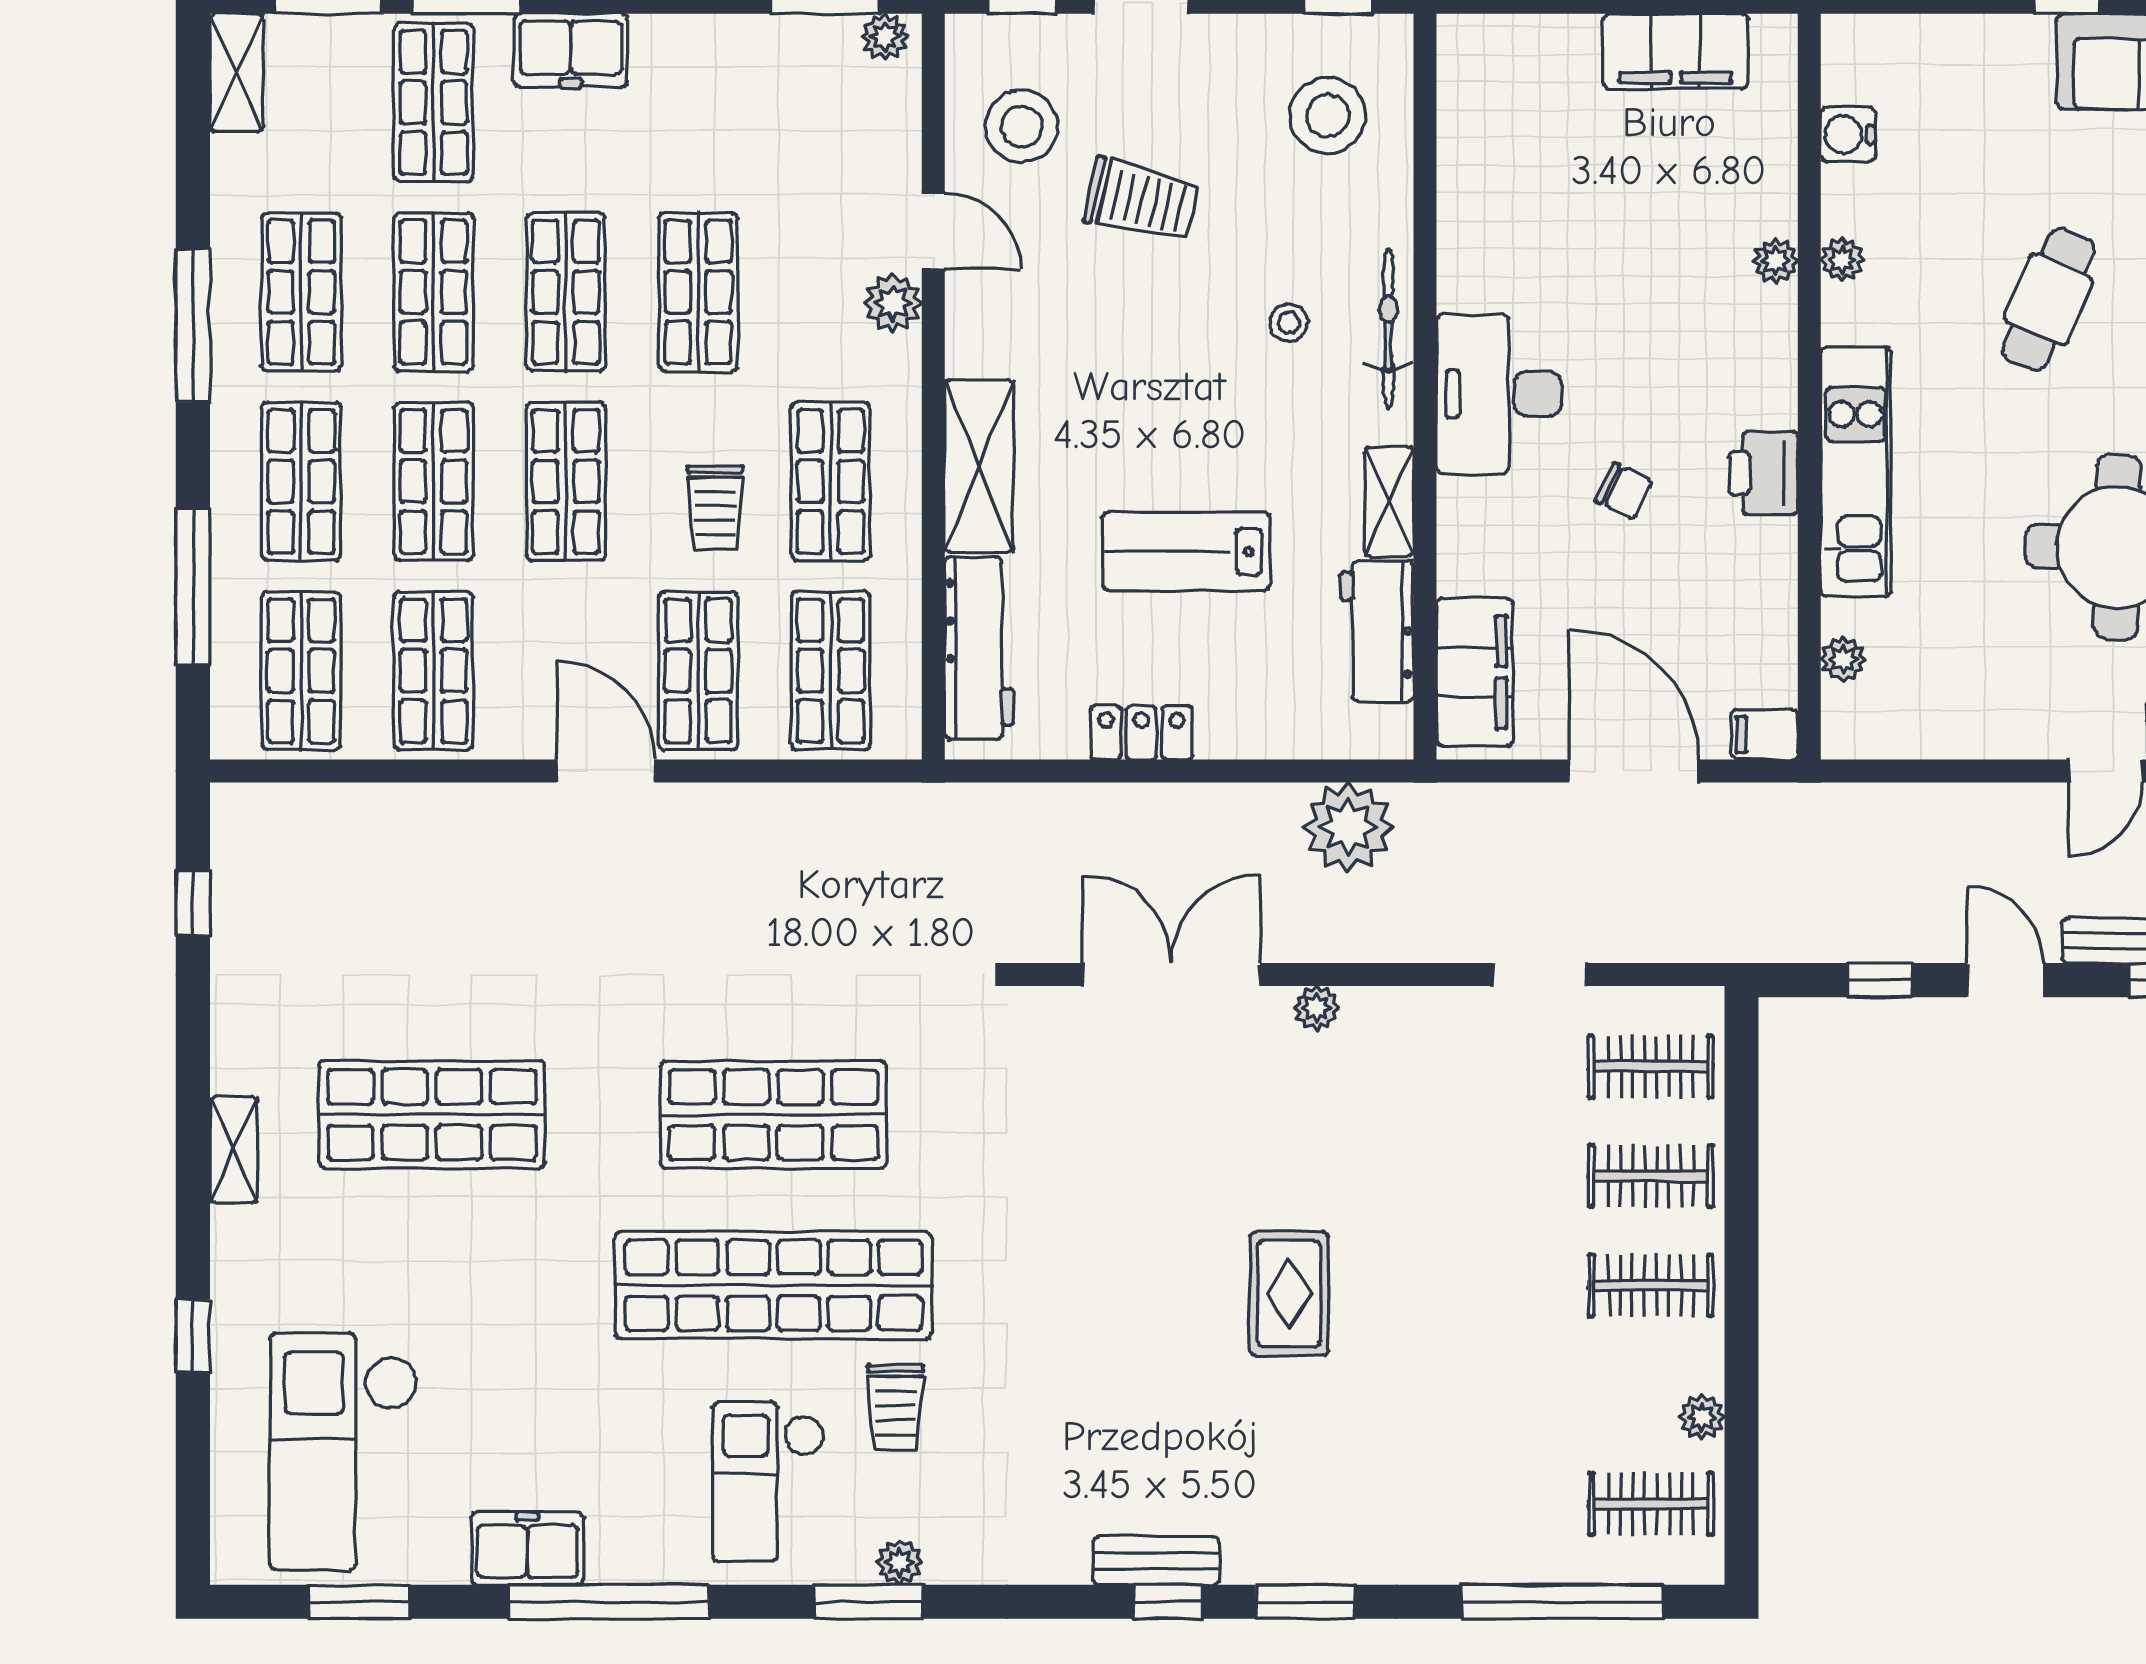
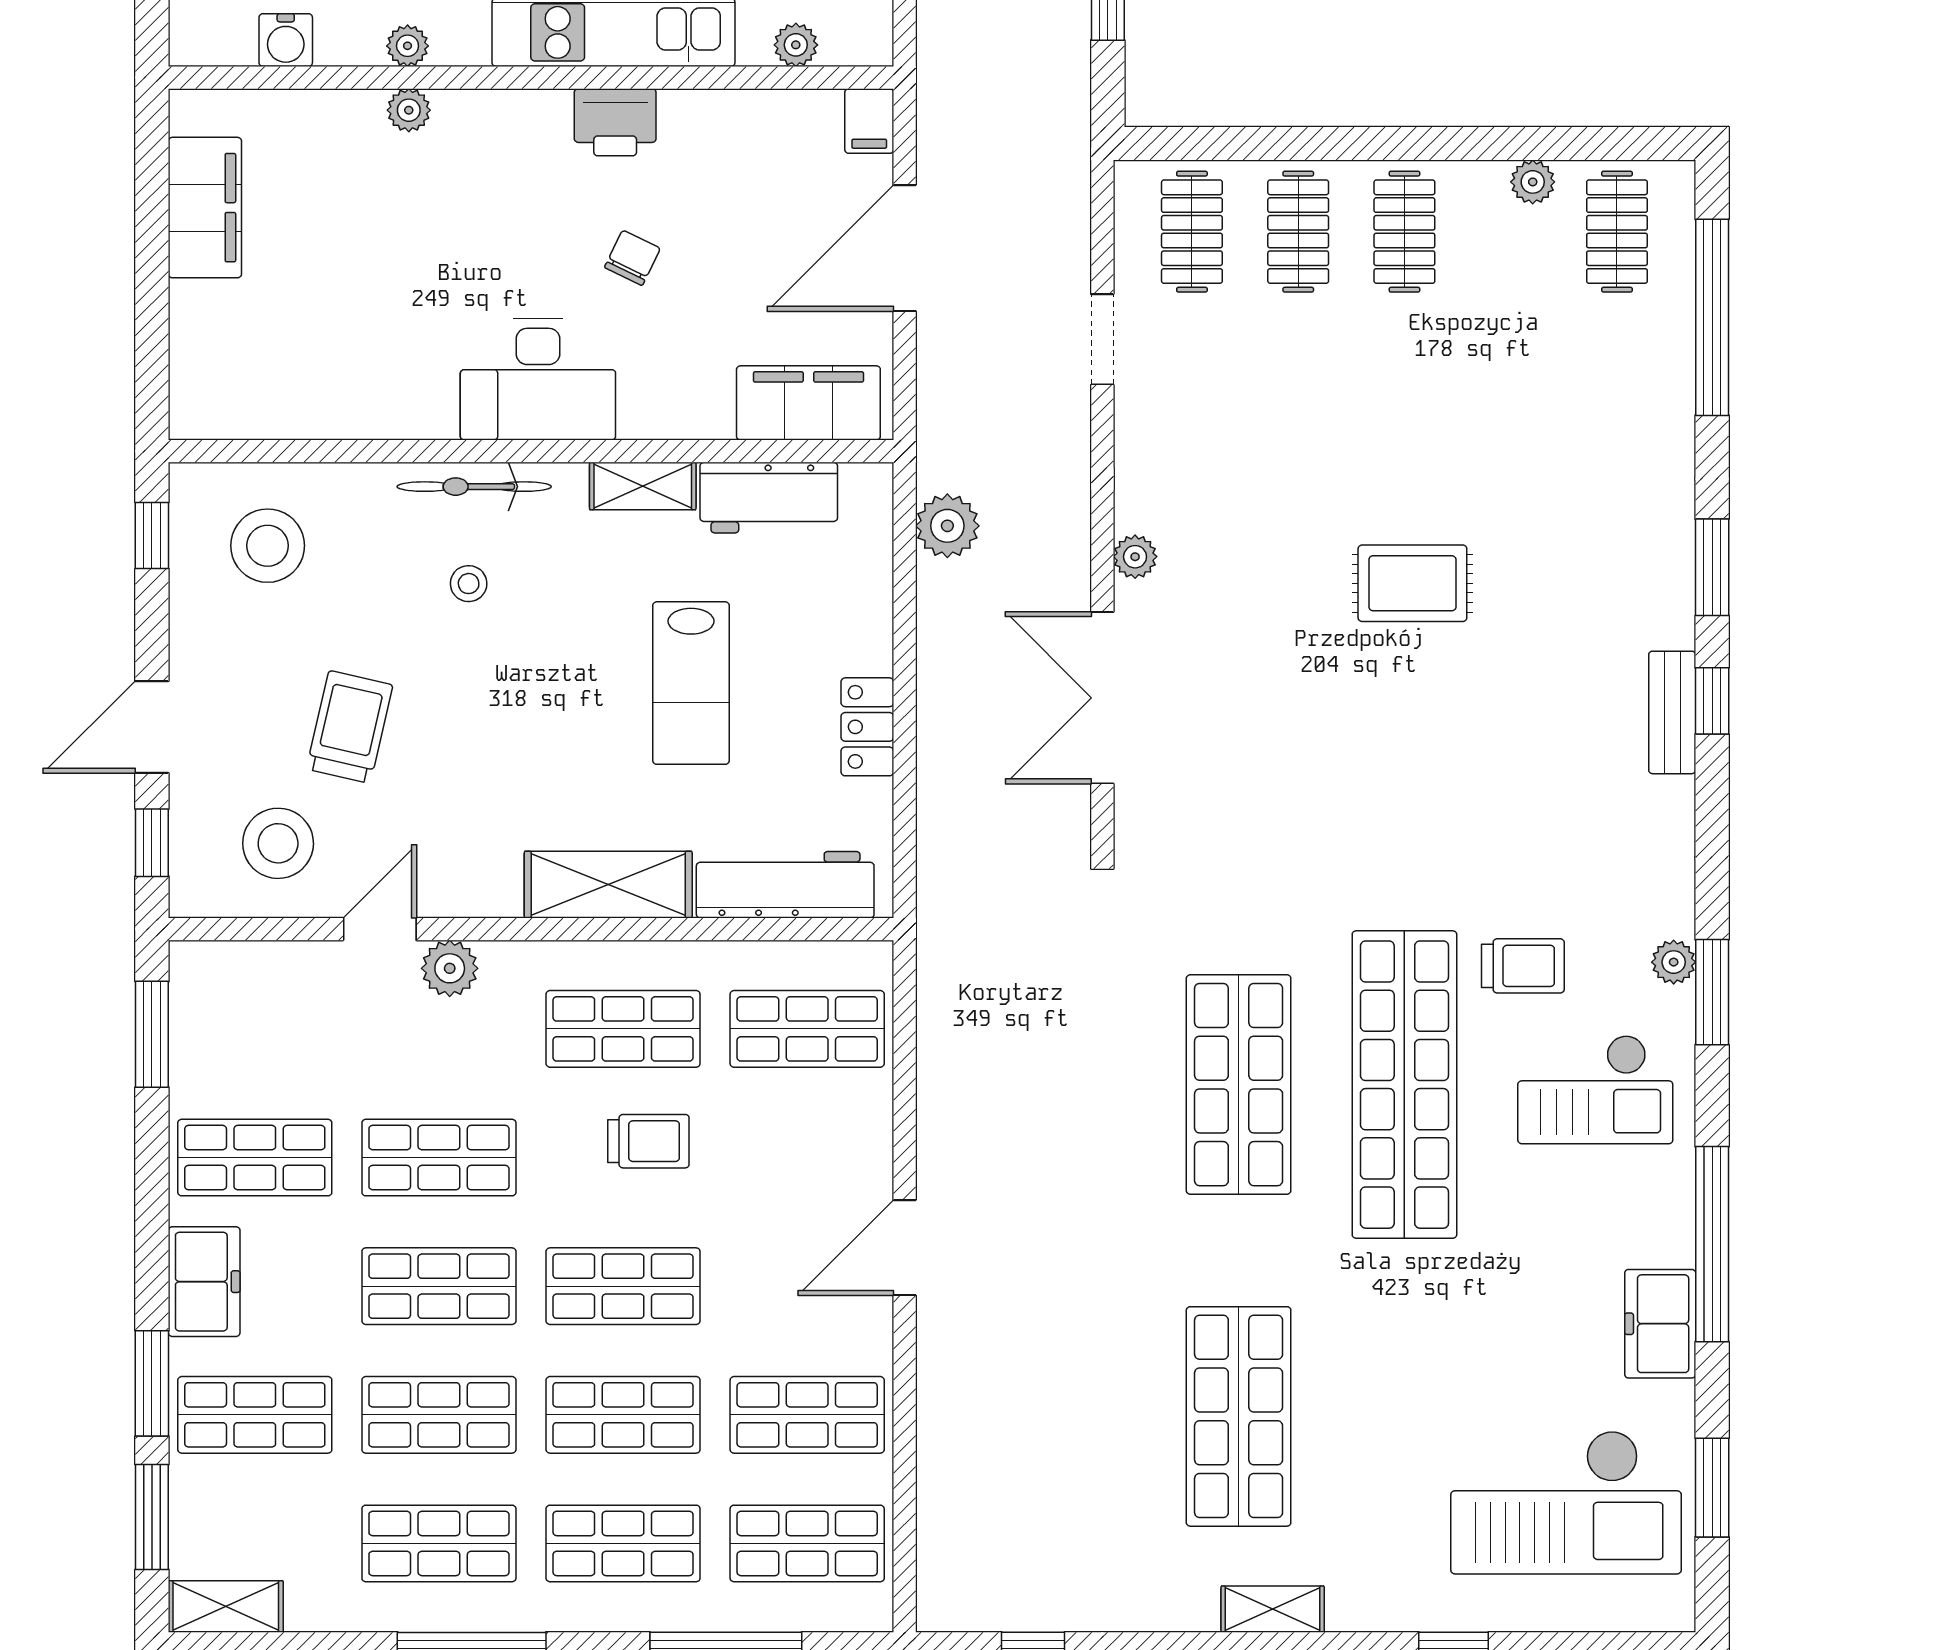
plant: (885, 37) -> (191, 976), removed
shop shelf: (698, 671) -> (255, 1158), moved
plant: (1348, 827) -> (947, 526), width x0.73, depth x0.73

